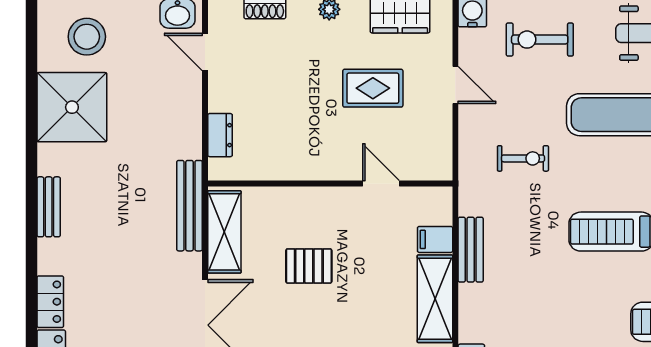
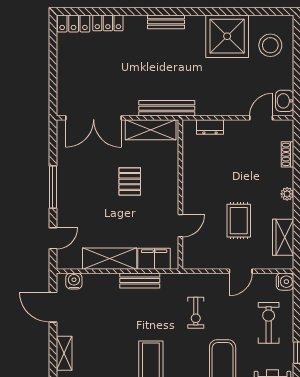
filing cabinet: (435, 239) -> (154, 259), width x2.00

